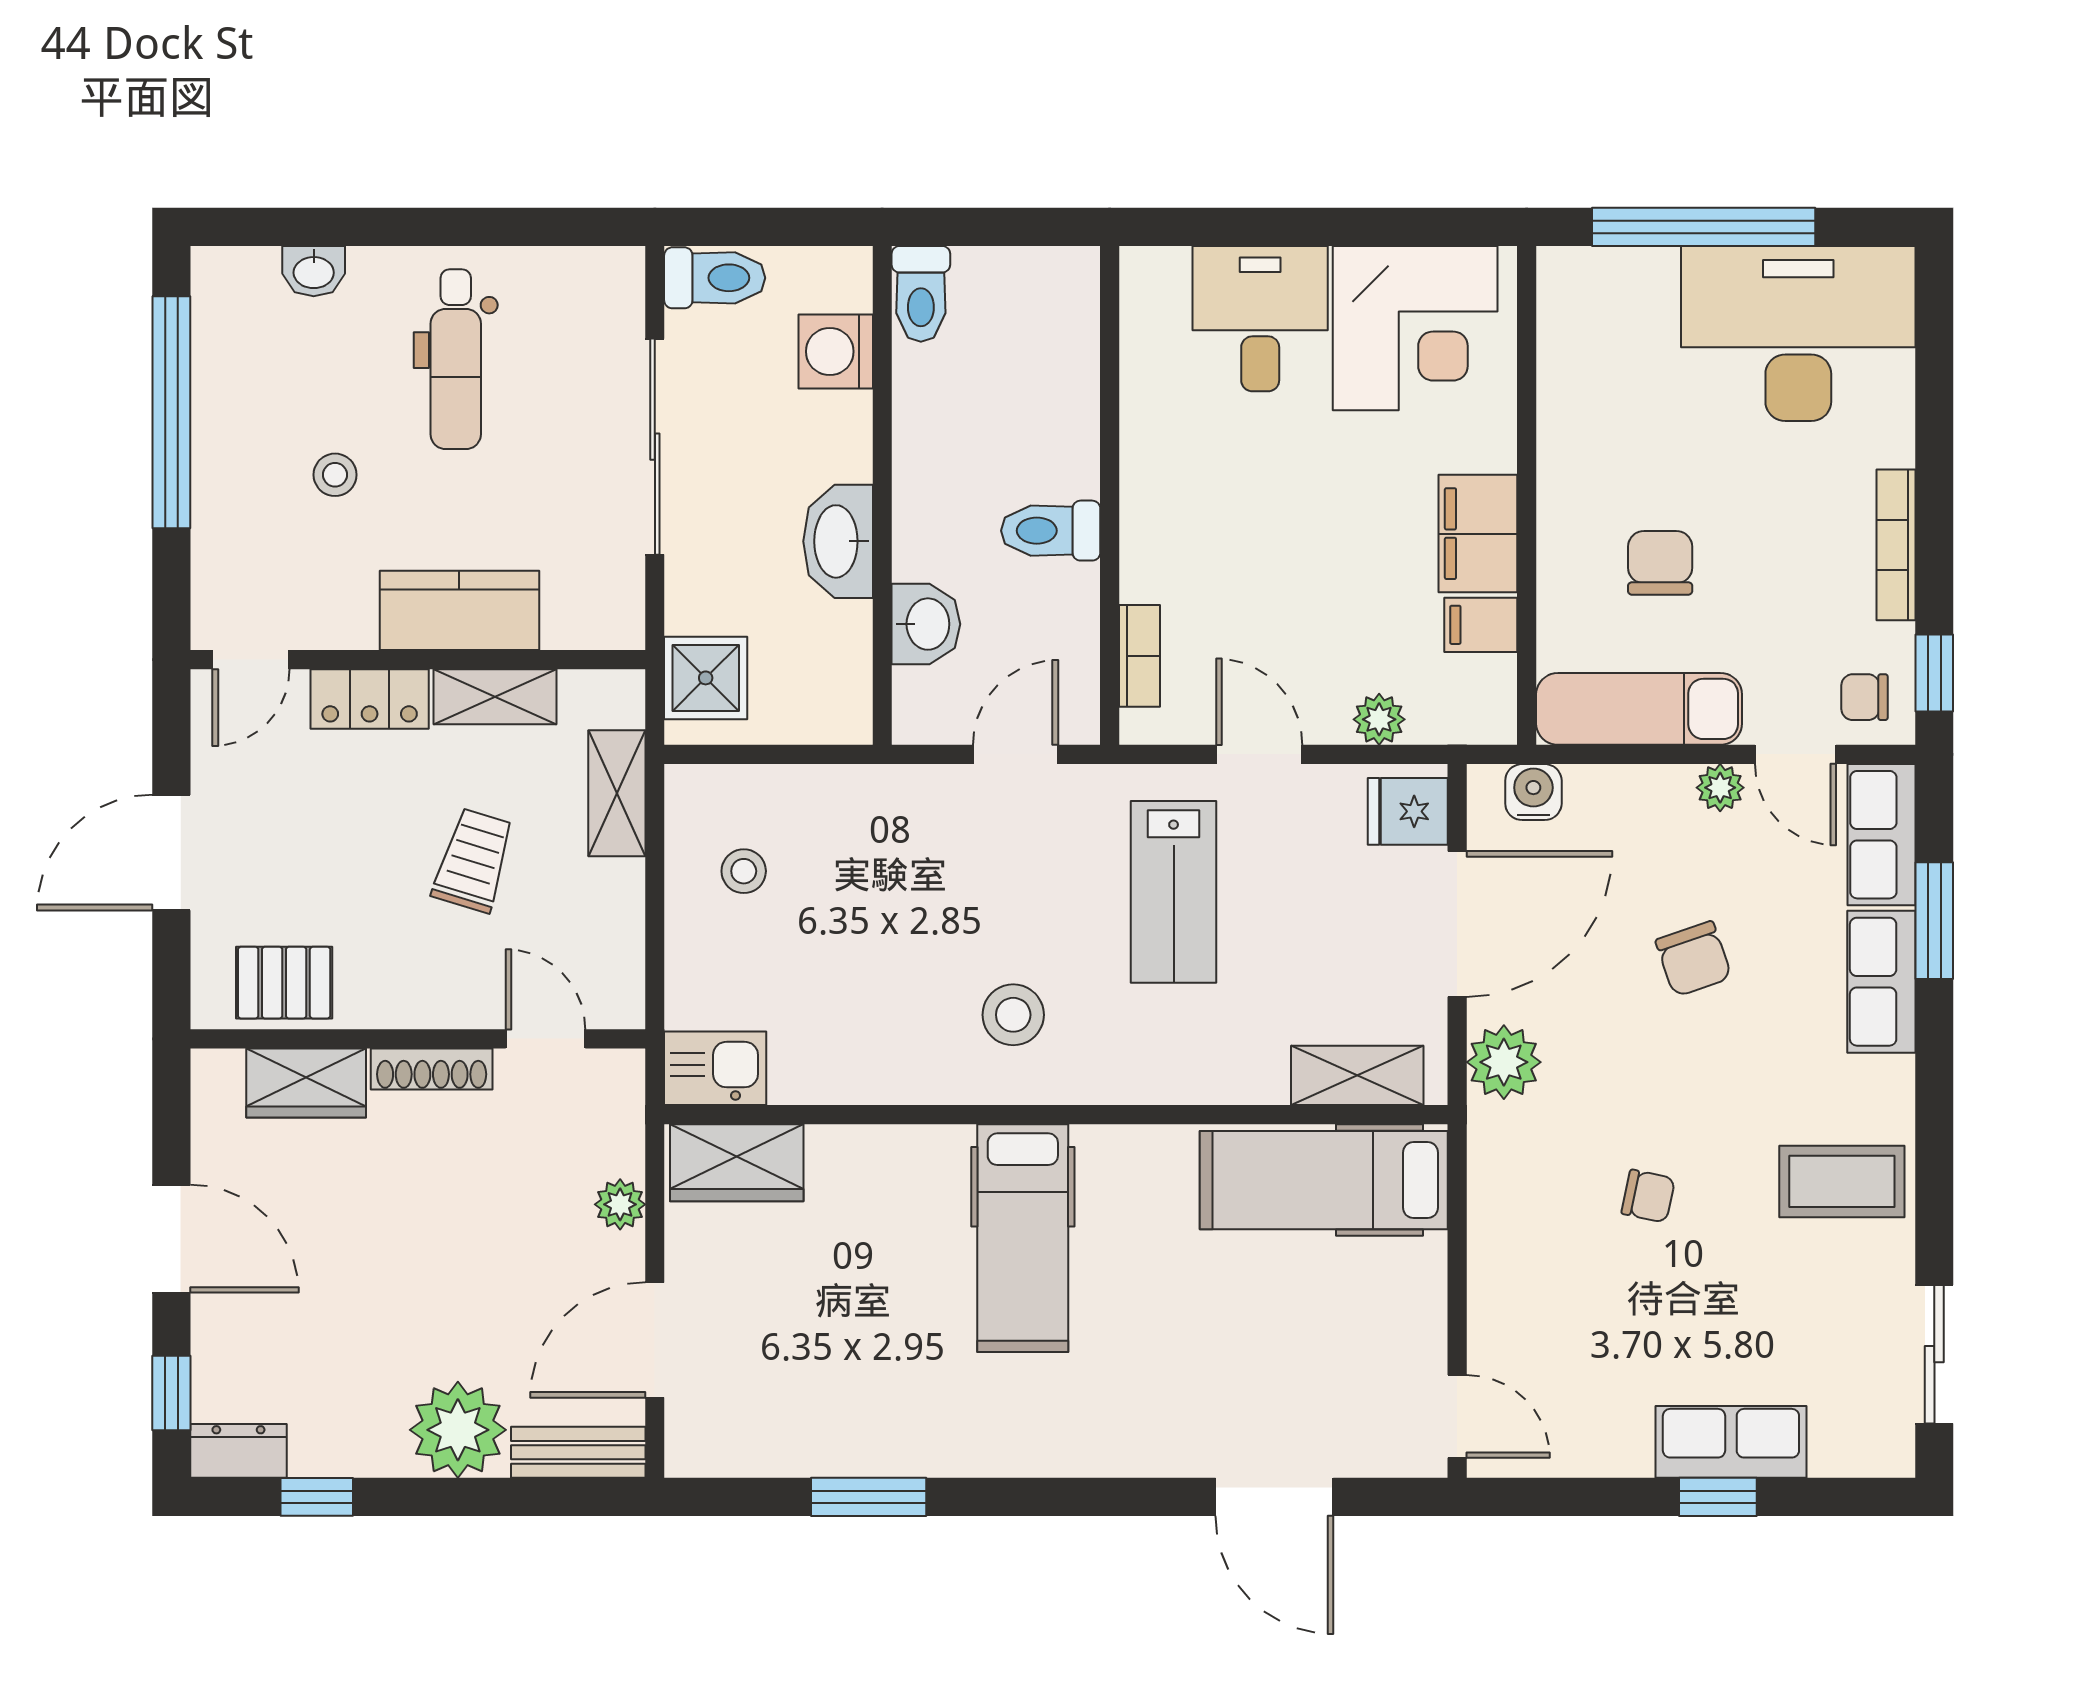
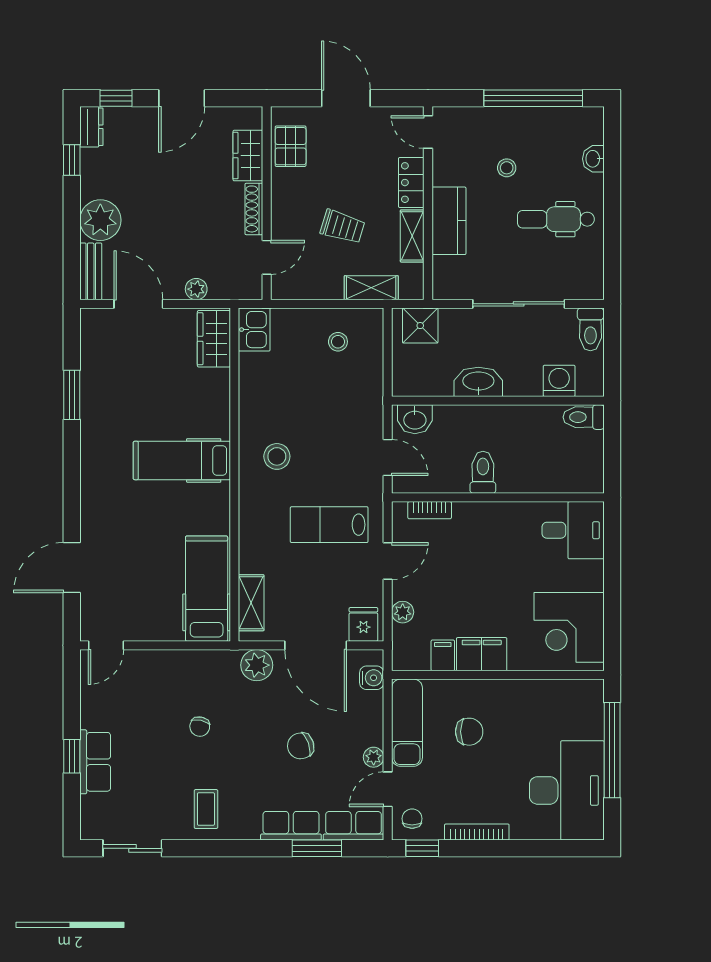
desk: (1260, 319) -> (573, 530), moved
washbasin: (926, 624) -> (415, 419), moved
coffee table: (1842, 1181) -> (206, 809), width x0.73, depth x0.77

